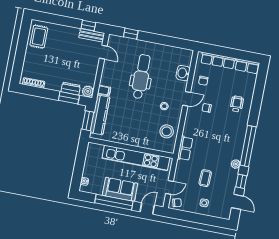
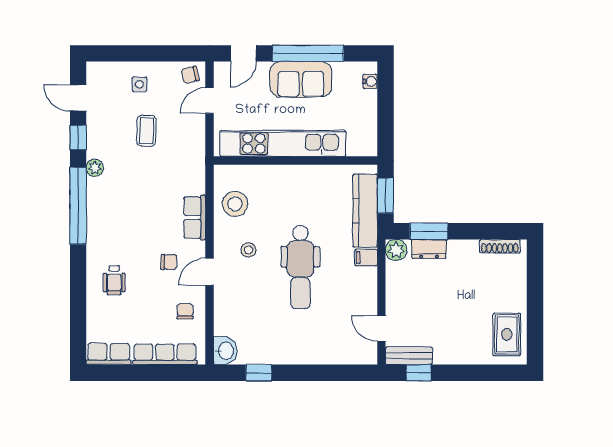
window: (131, 34) -> (259, 373), moved
washbasin: (183, 73) -> (225, 351), moved
dental chair: (141, 77) -> (300, 267), moved
row of seats: (185, 148) -> (195, 218), moved

